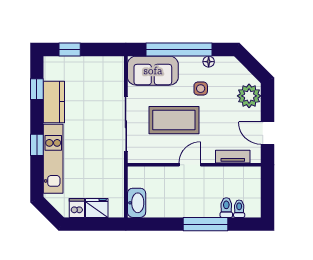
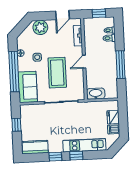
window: (70, 49) -> (16, 125), moved
window: (37, 89) -> (55, 157), moved
kitchen counter: (54, 102) -> (35, 147), moved
door: (190, 165) -> (84, 62), hinge flipped
window: (268, 193) -> (99, 13), added
washbasin: (137, 203) -> (96, 94), moved
window: (205, 224) -> (121, 65), moved

